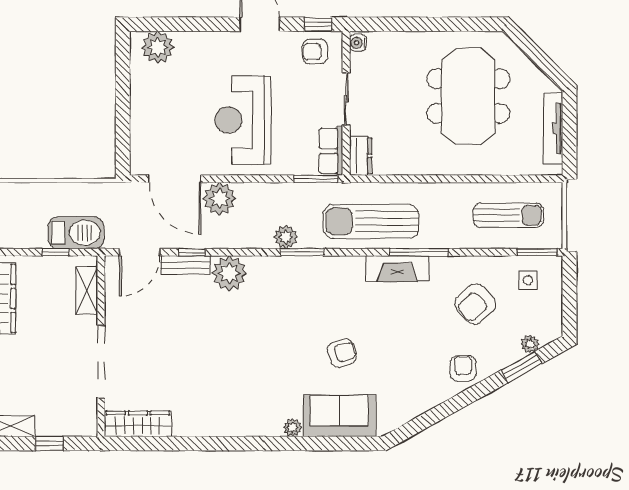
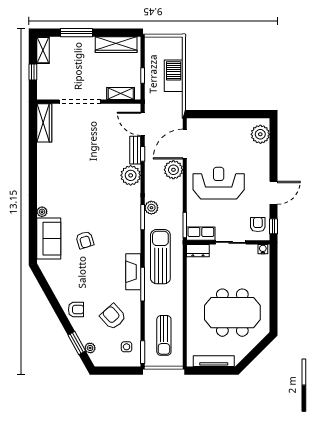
barbecue: (76, 233) -> (174, 76), moved, turned 180

